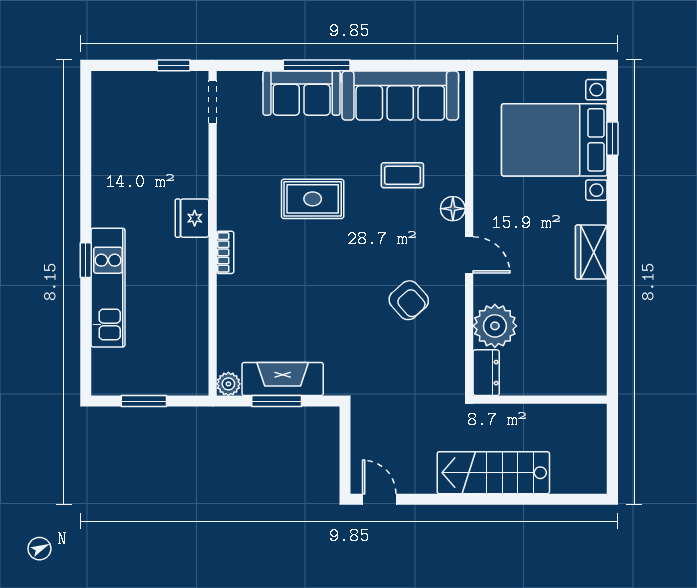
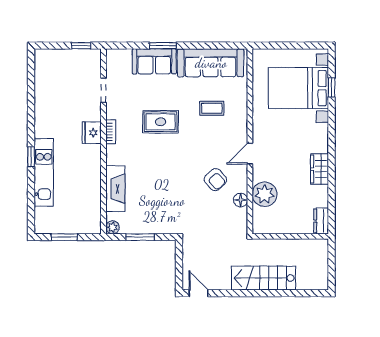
window: (317, 65) -> (163, 46), width x0.69
doorway: (213, 102) -> (103, 90), moved
floor lamp: (453, 209) -> (241, 200), moved
bookcase: (225, 252) -> (111, 132), moved
wardrobe: (591, 252) -> (320, 169), moved
door: (469, 255) -> (250, 154), swing flipped
dresser: (486, 373) -> (321, 221), moved, turned 180
fireplace: (283, 379) -> (115, 189), moved, turned 90

